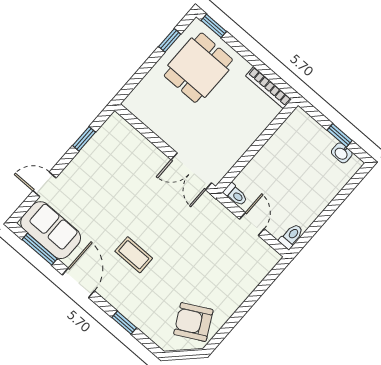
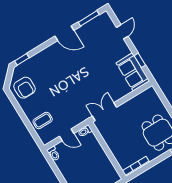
sofa: (51, 230) -> (133, 72), moved, turned 90
coffee table: (134, 255) -> (43, 120), moved
armchair: (193, 322) -> (24, 88), turned 118
window: (124, 323) -> (22, 59), moved

